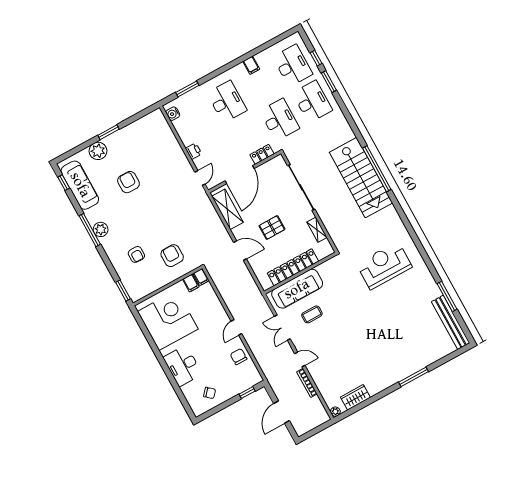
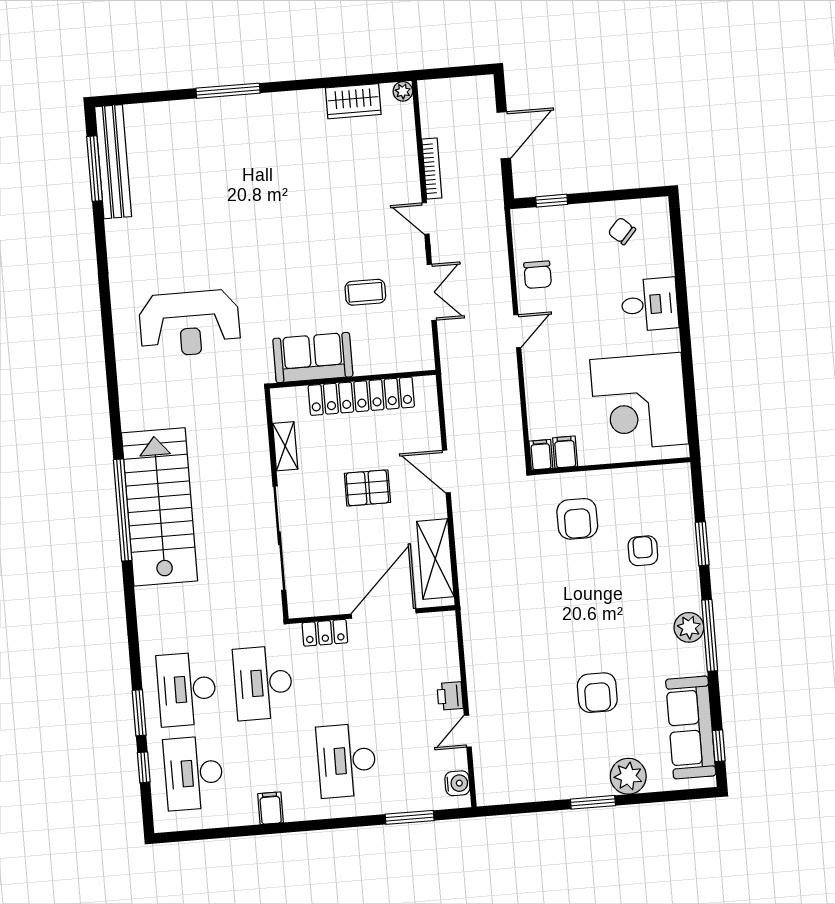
door: (200, 178) -> (468, 731), moved
sofa: (297, 289) -> (313, 358), moved, width x0.73
window: (123, 291) -> (702, 544), moved
window: (447, 296) -> (94, 169), moved
desk: (183, 366) -> (650, 304), width x0.73

